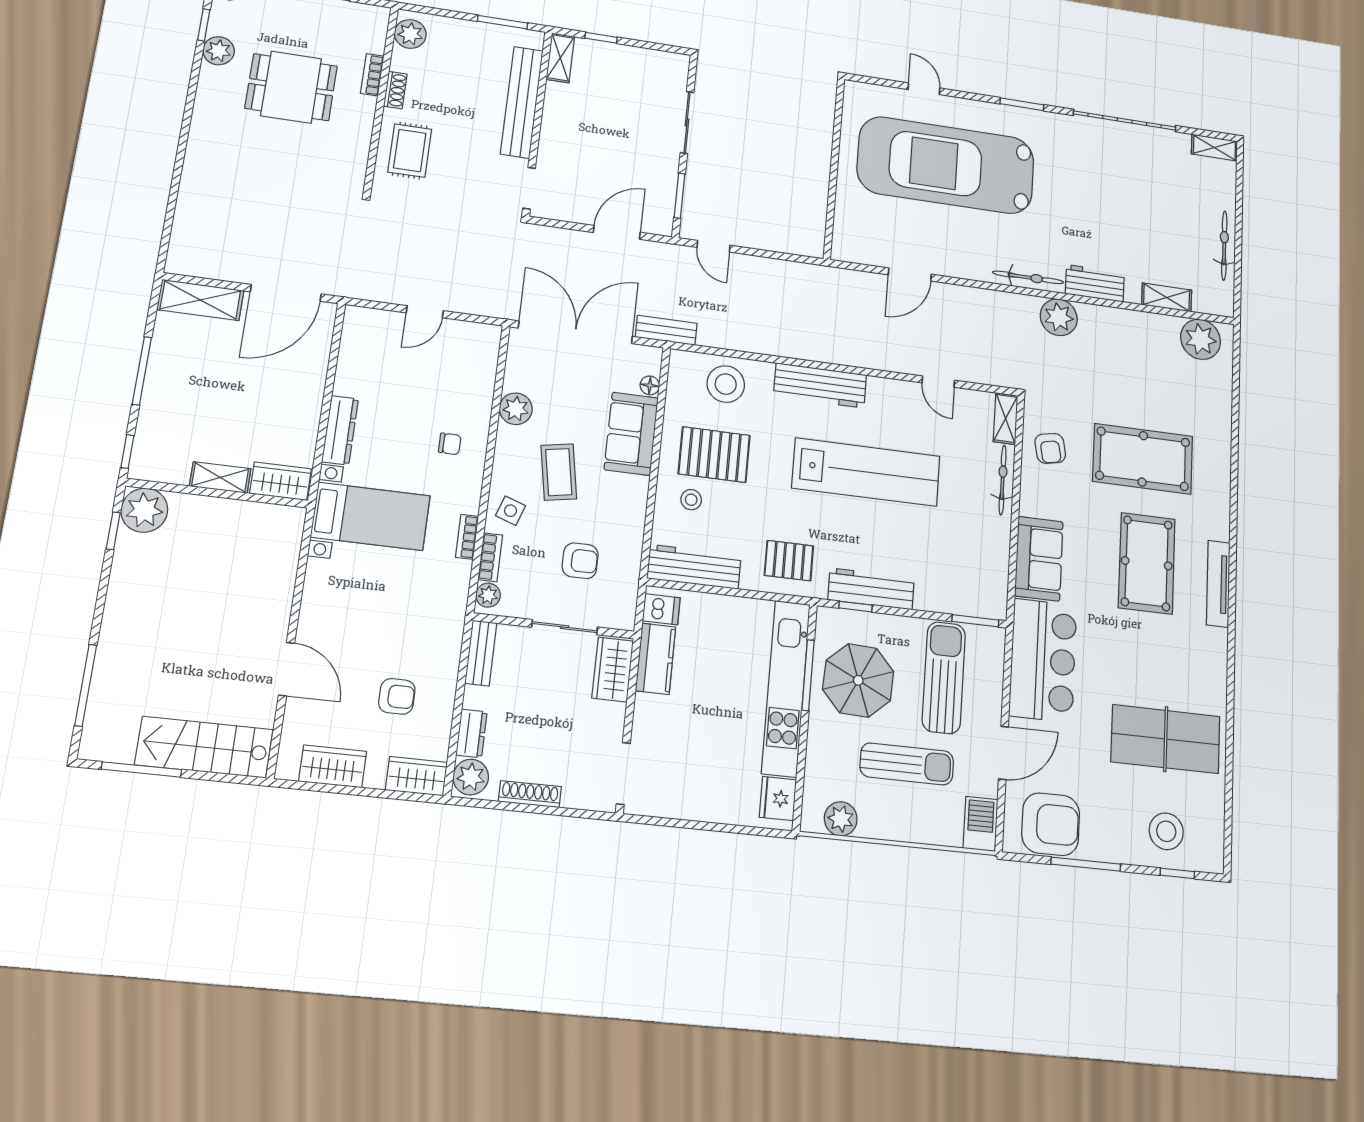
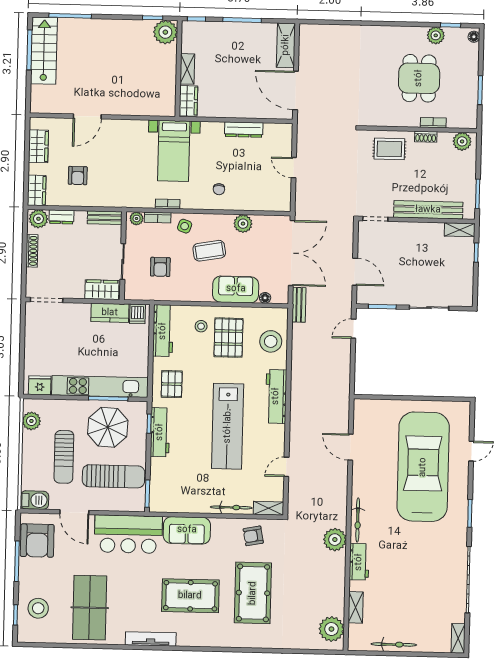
dresser: (340, 430) -> (244, 130), moved
tv unit: (1218, 584) -> (151, 639), moved
stairs: (204, 747) -> (44, 51), moved

